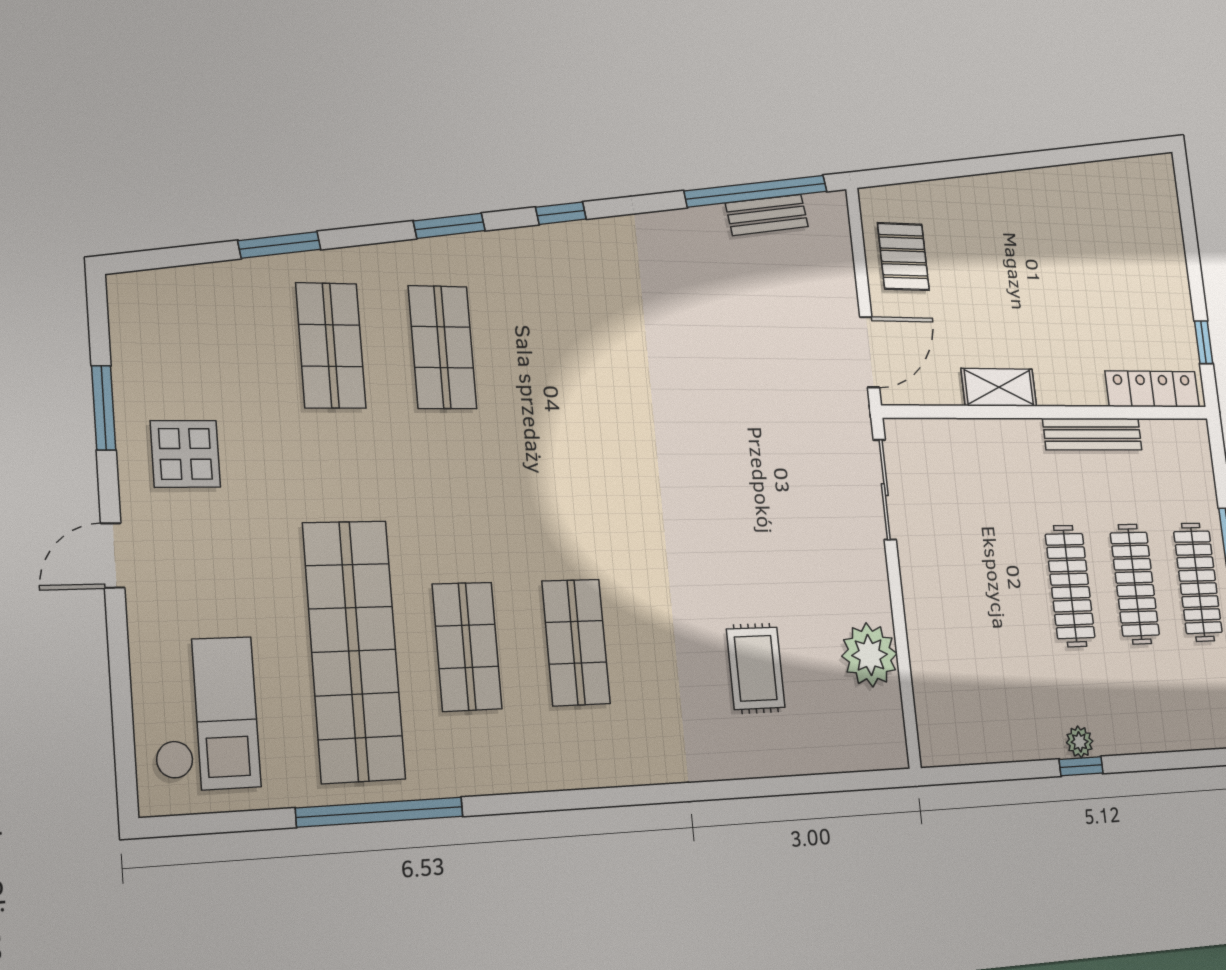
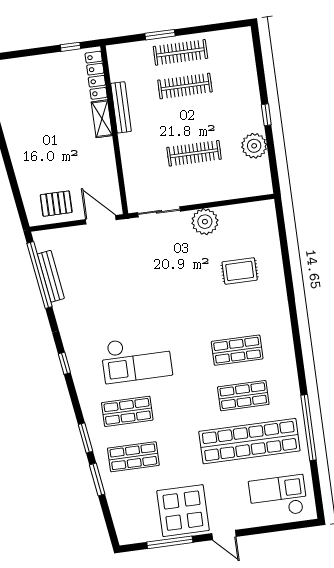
bench: (767, 215) -> (51, 276), width x1.36
window: (449, 226) -> (85, 438), moved
shelving: (999, 387) -> (102, 119), moved
checkout: (565, 389) -> (136, 359), added
window: (104, 408) -> (170, 542), width x1.44
display table: (185, 454) -> (183, 511), width x1.86, depth x1.86
clothes rail: (1070, 586) -> (194, 153), moved
plant: (870, 655) -> (205, 222), moved
plant: (1080, 742) -> (254, 146), moved, width x1.87, depth x1.87

